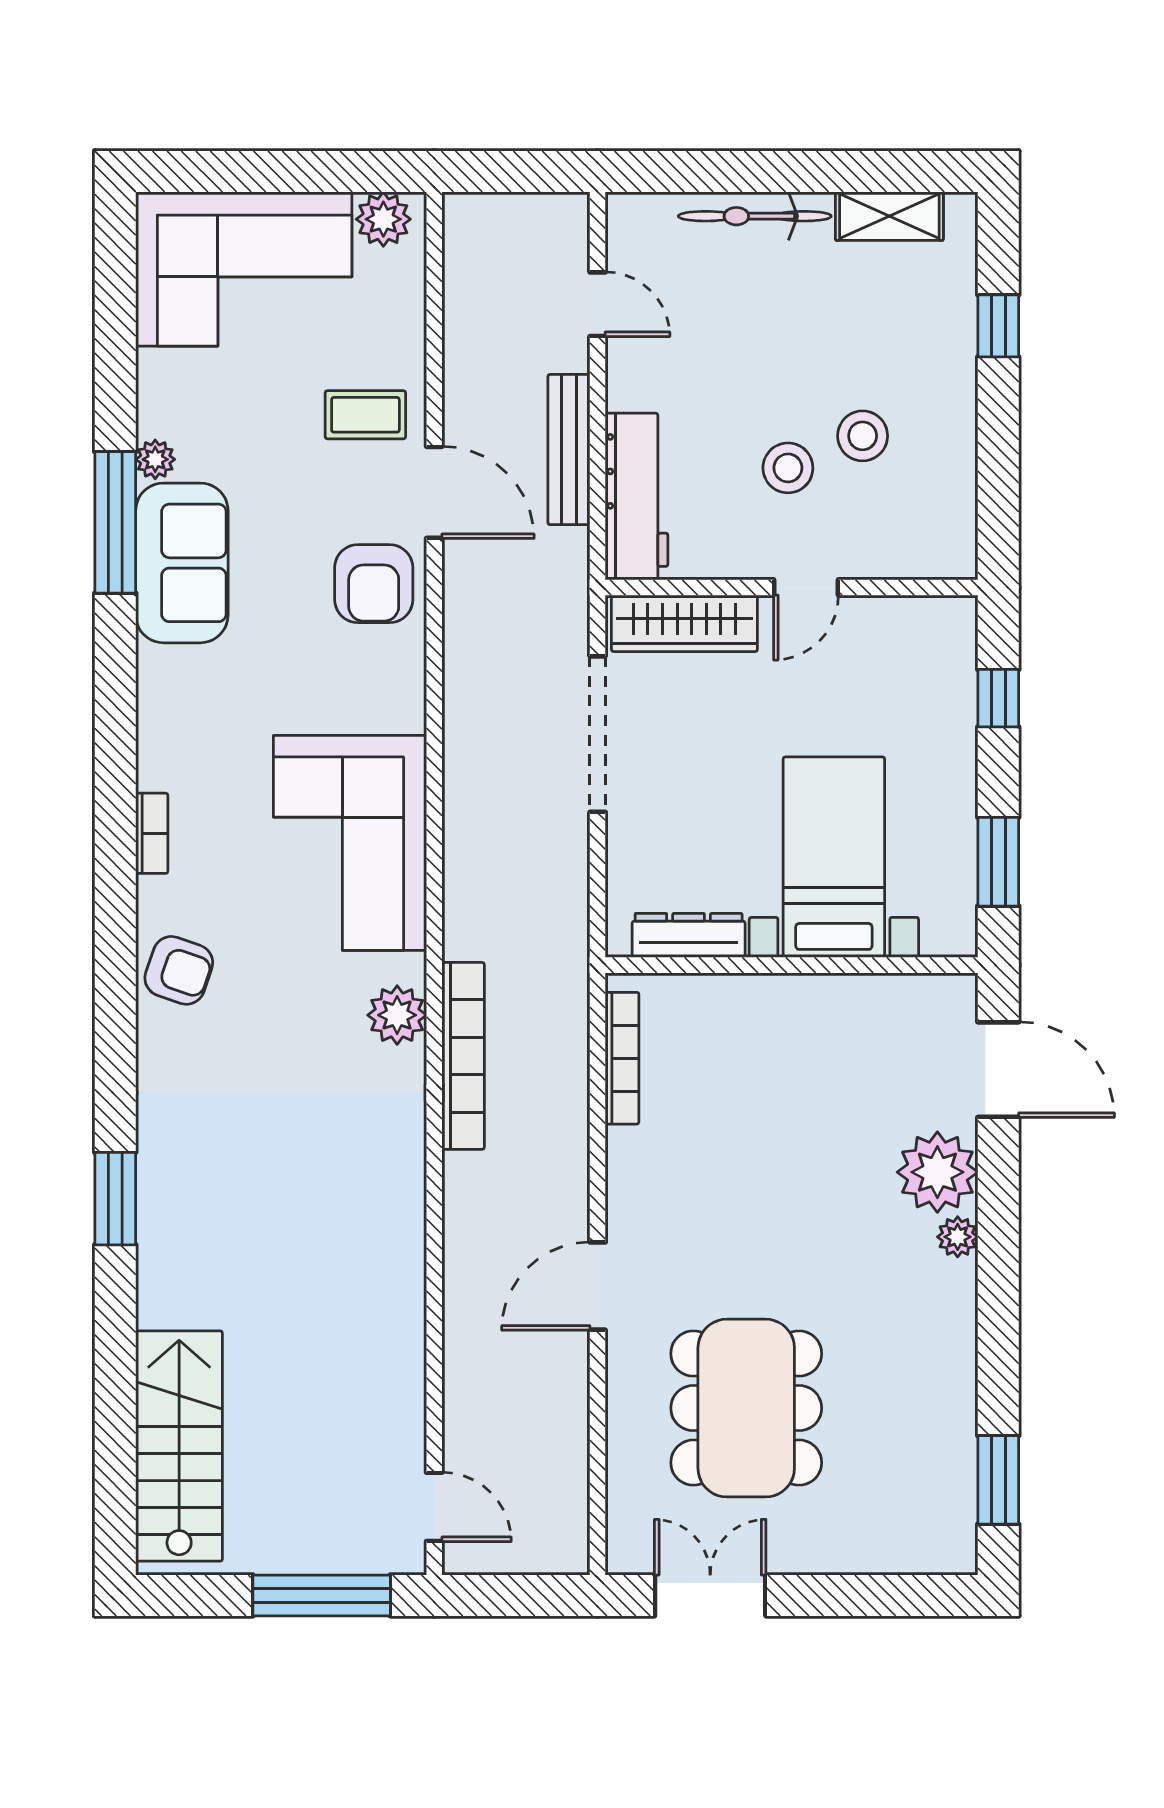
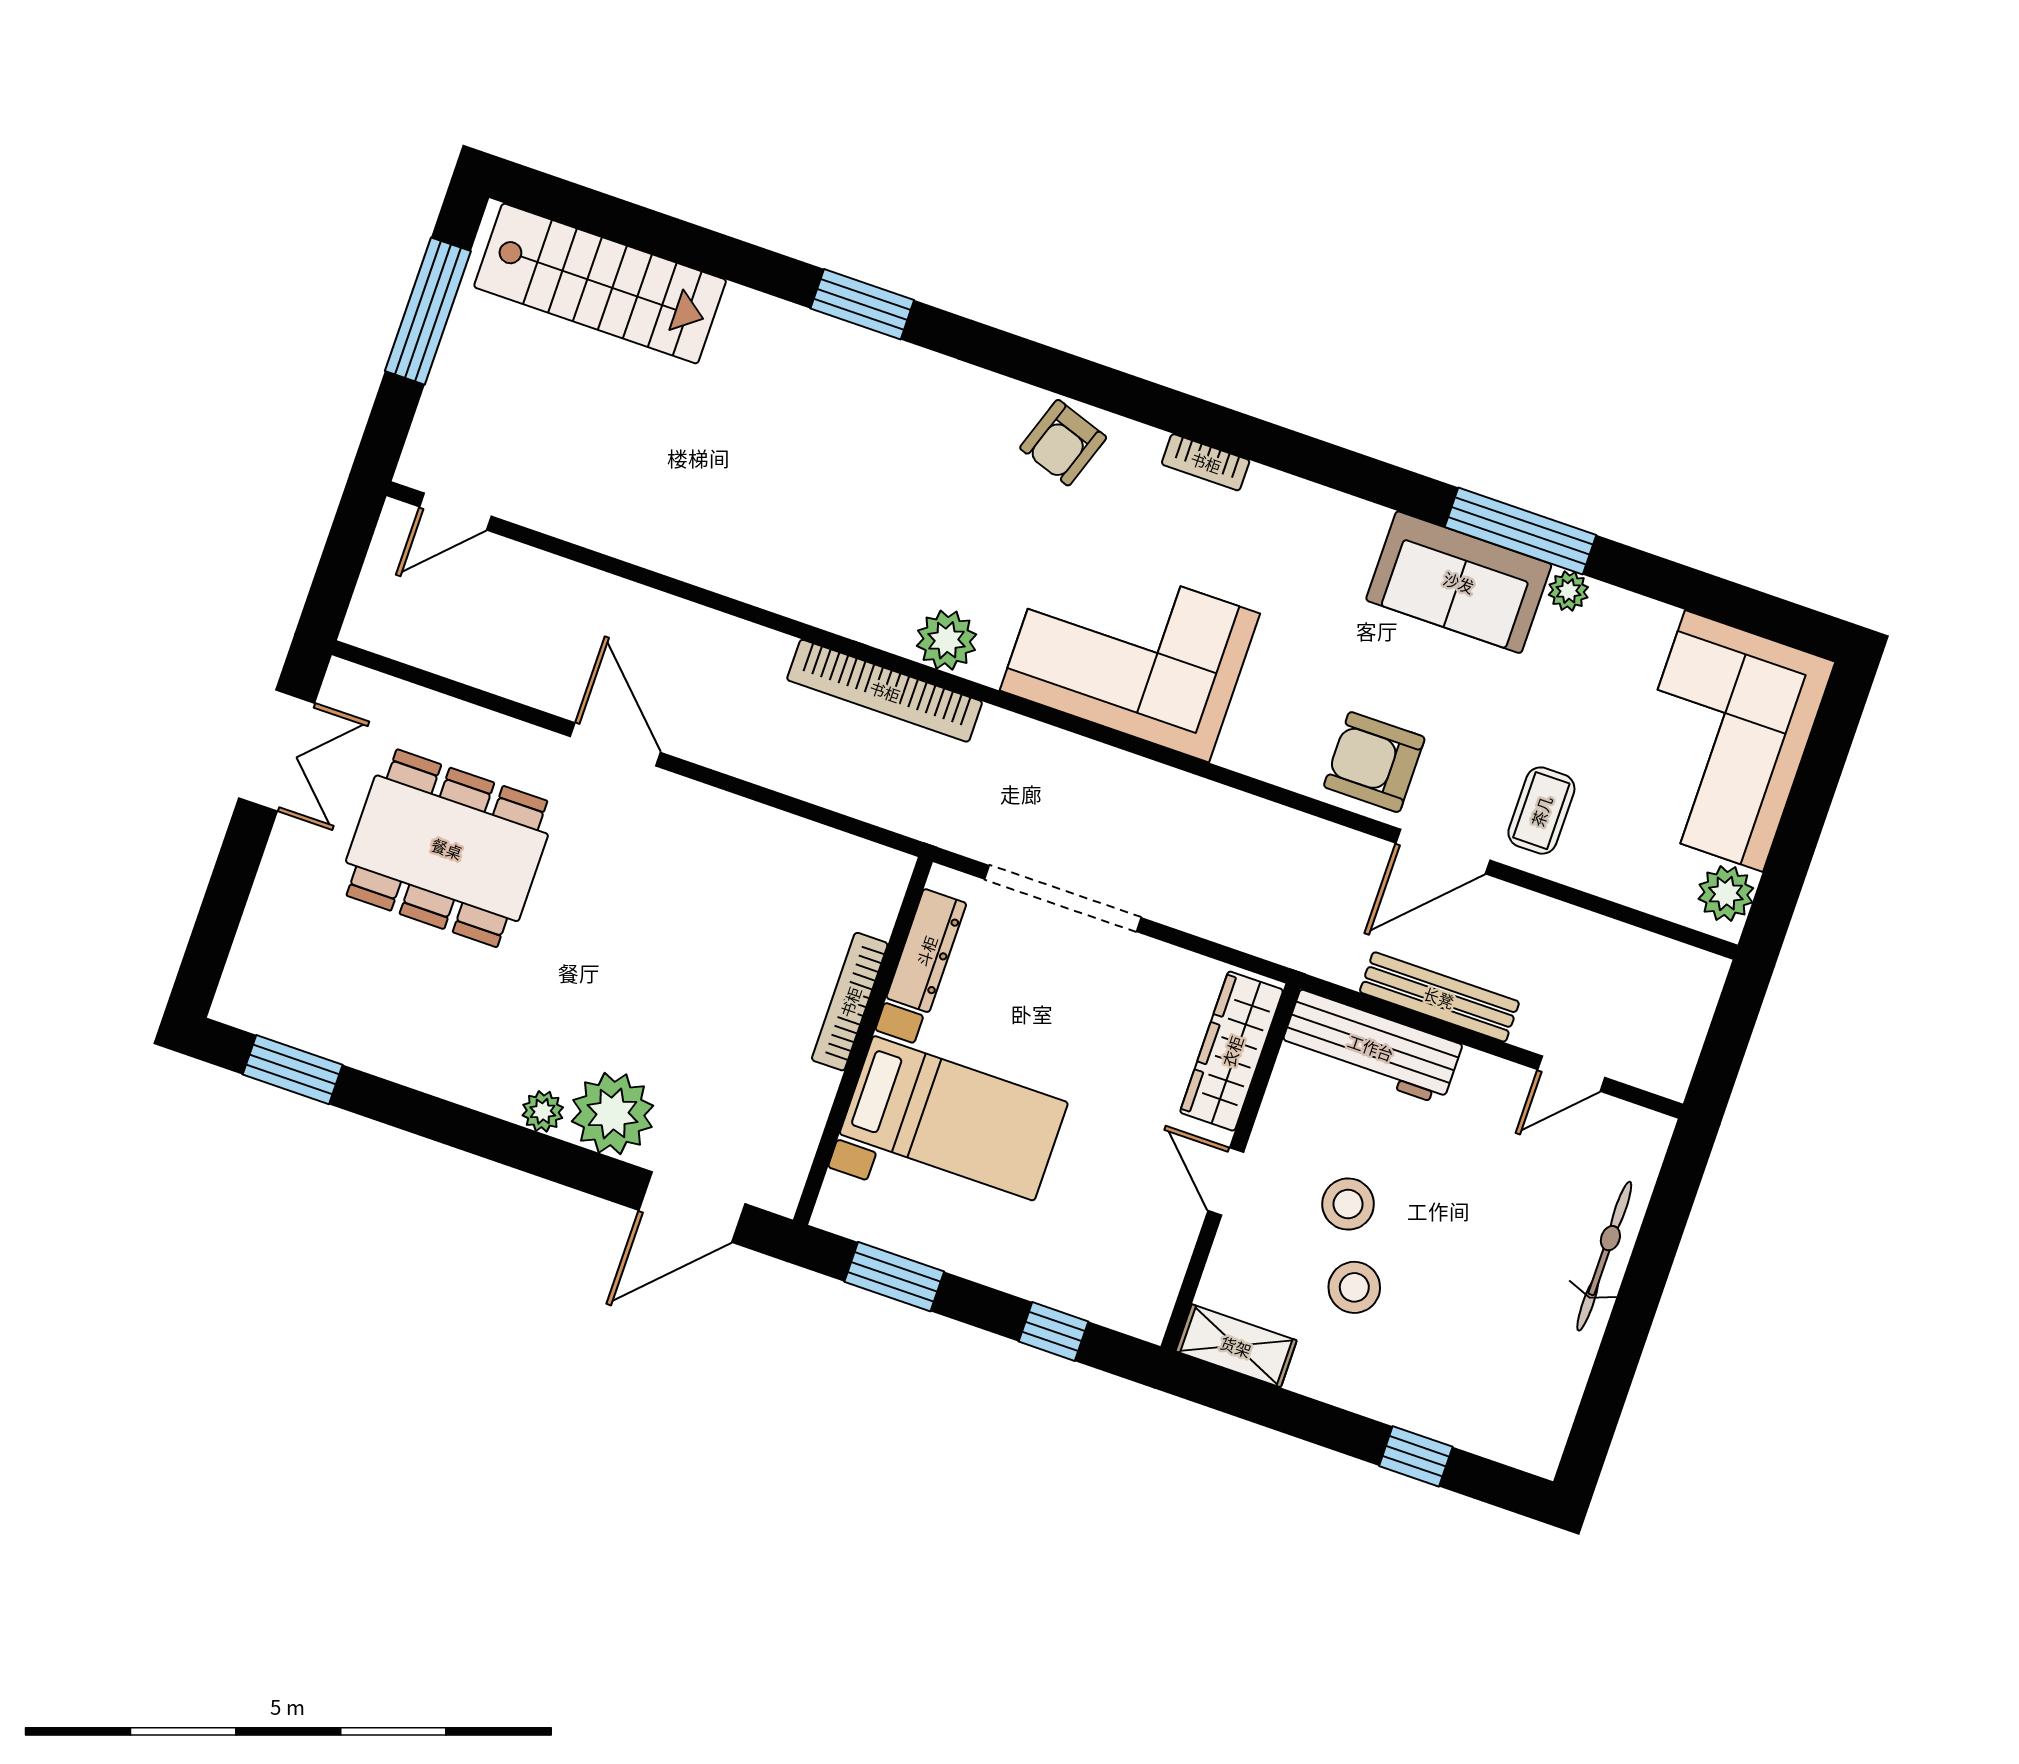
shelving: (889, 216) -> (1236, 1346), moved, turned 90
doorway: (598, 734) -> (1063, 898), moved
bookcase: (622, 1058) -> (850, 1002), moved, turned 90
window: (322, 1595) -> (428, 311), moved

